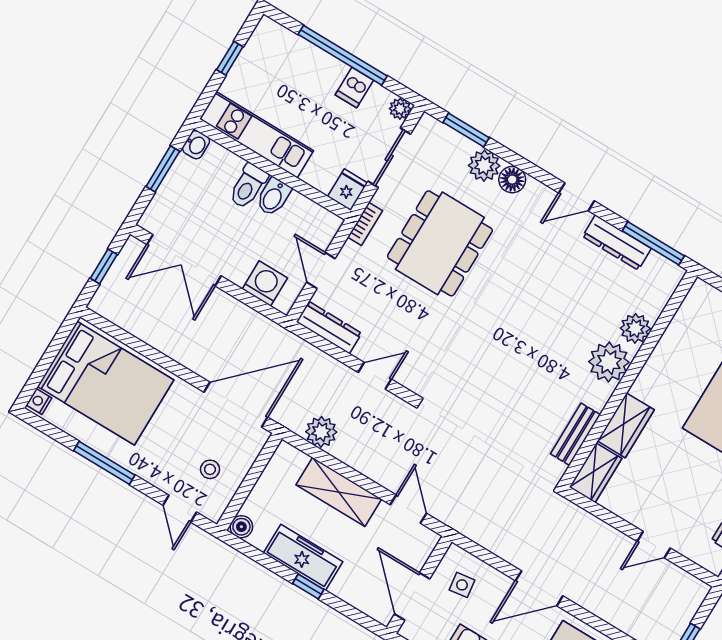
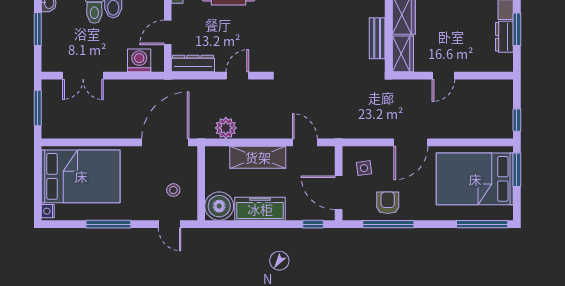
double door: (184, 260) -> (83, 76), width x0.73
window: (104, 266) -> (38, 108), width x1.50
door: (321, 270) -> (168, 32), hinge flipped
boiler: (241, 527) -> (219, 206), width x1.86, depth x1.86
door: (654, 545) -> (443, 76), moved
window: (308, 586) -> (313, 224), moved

